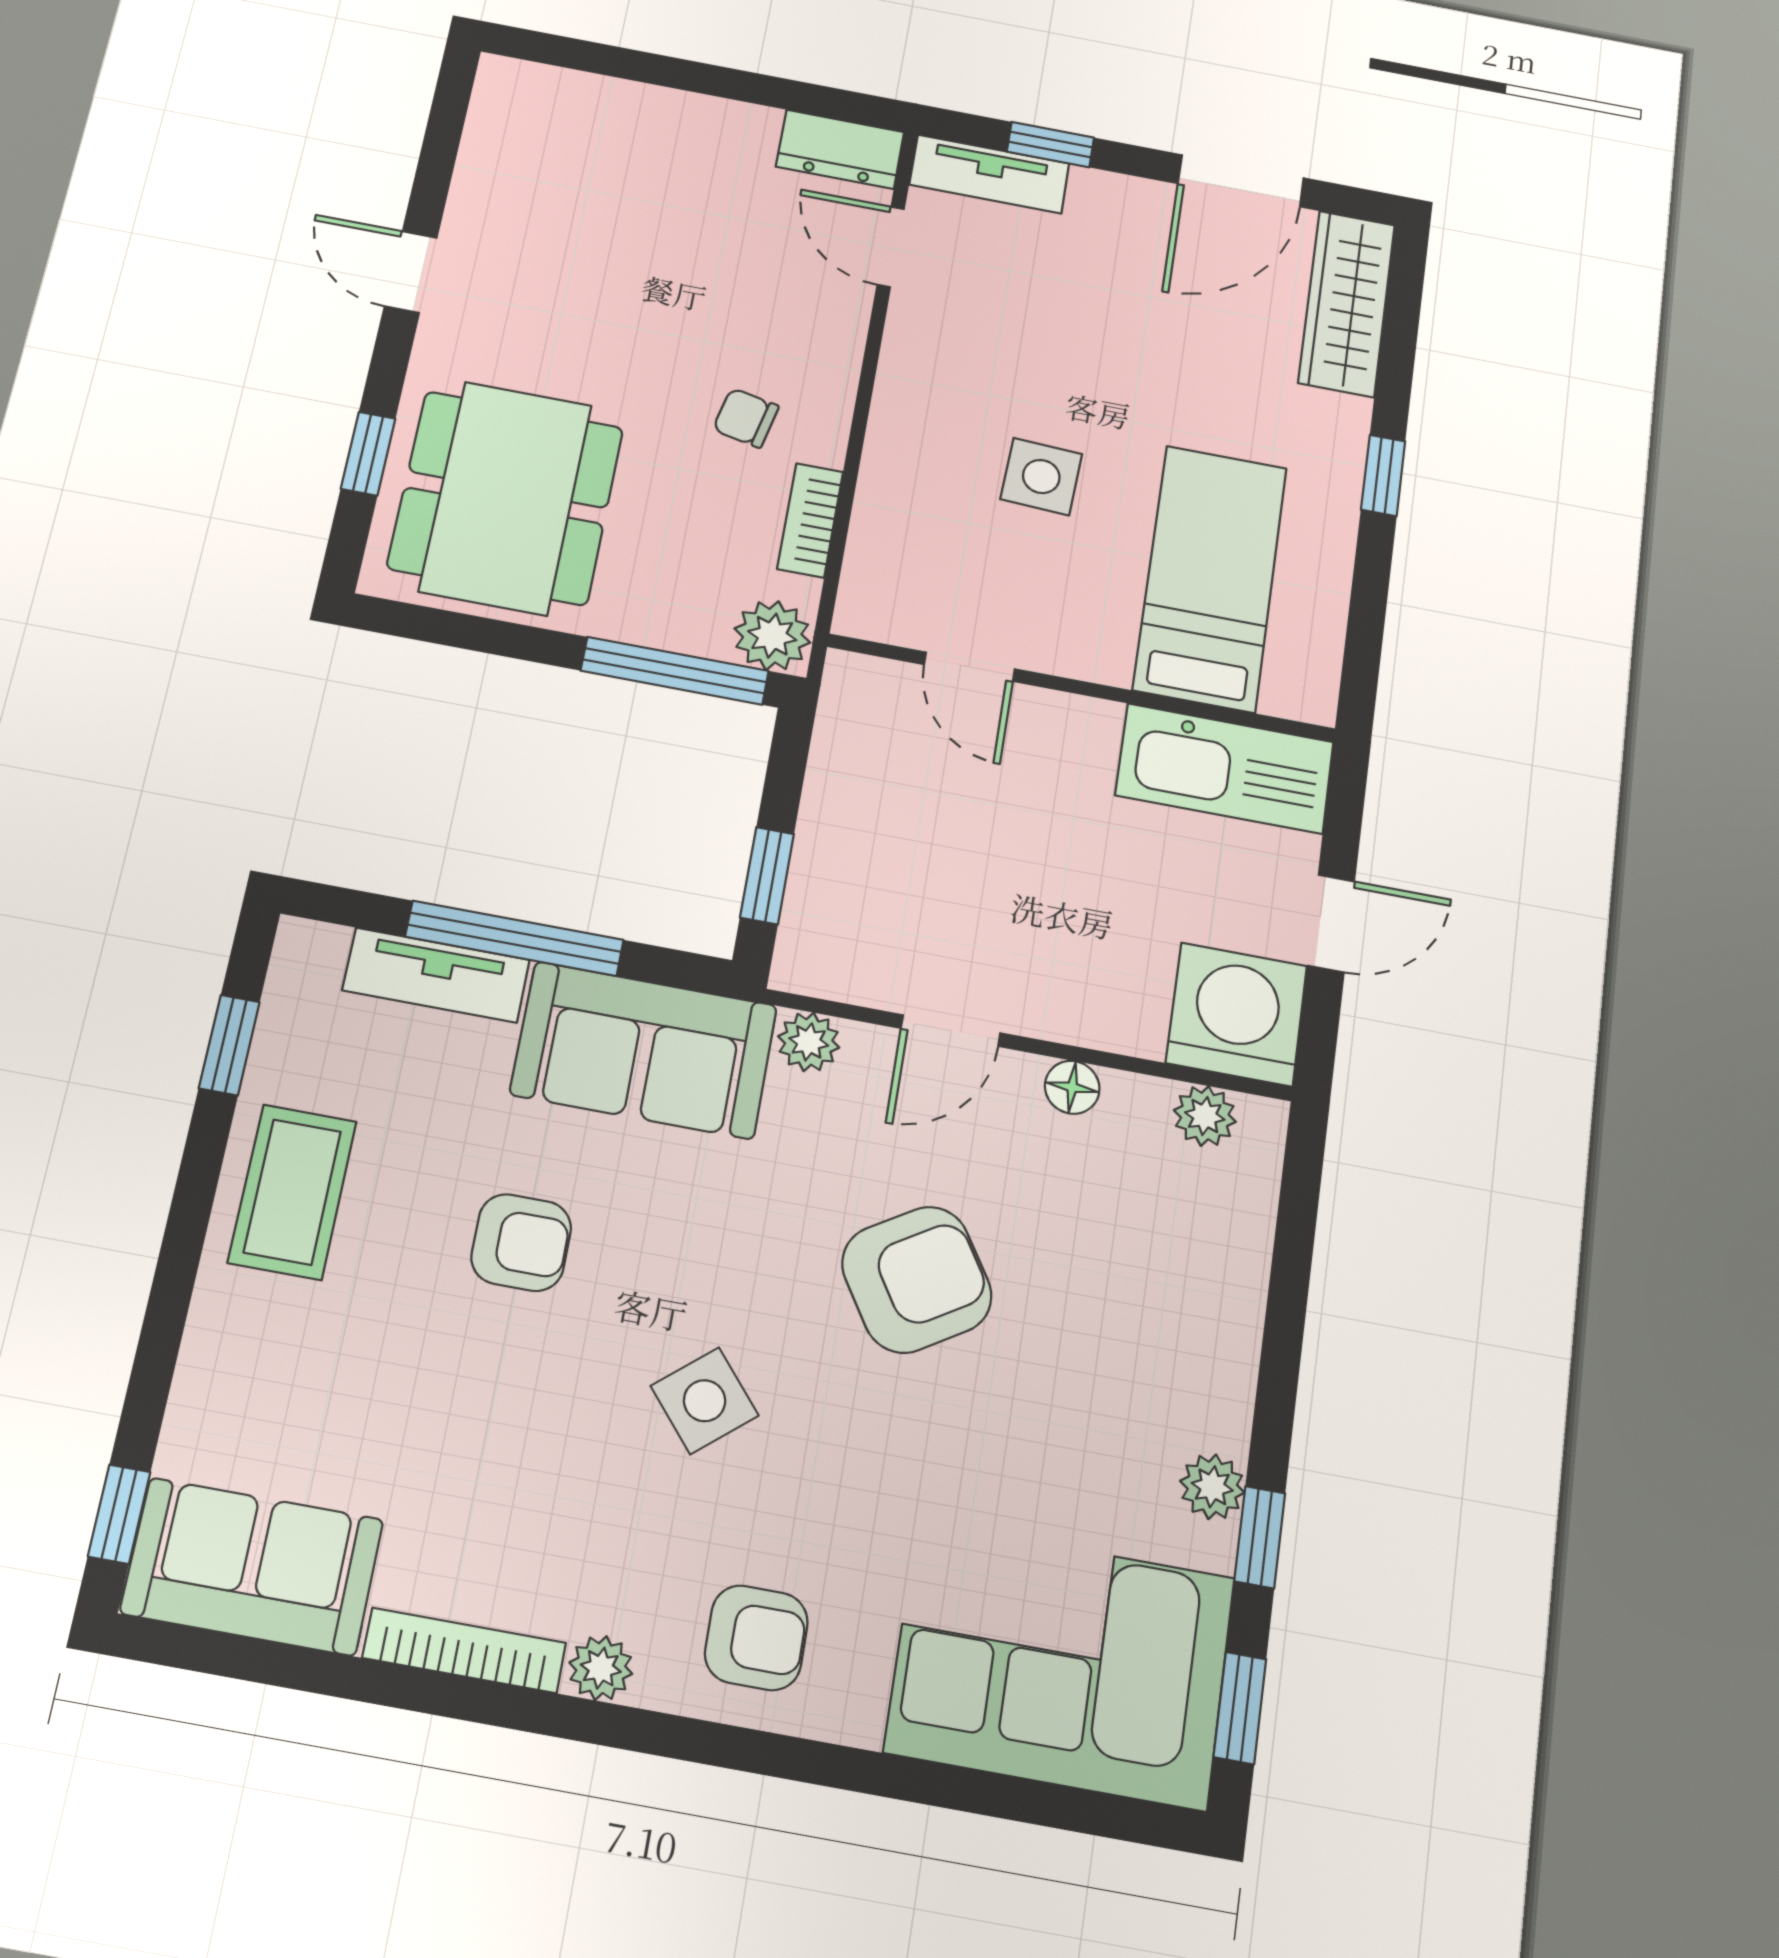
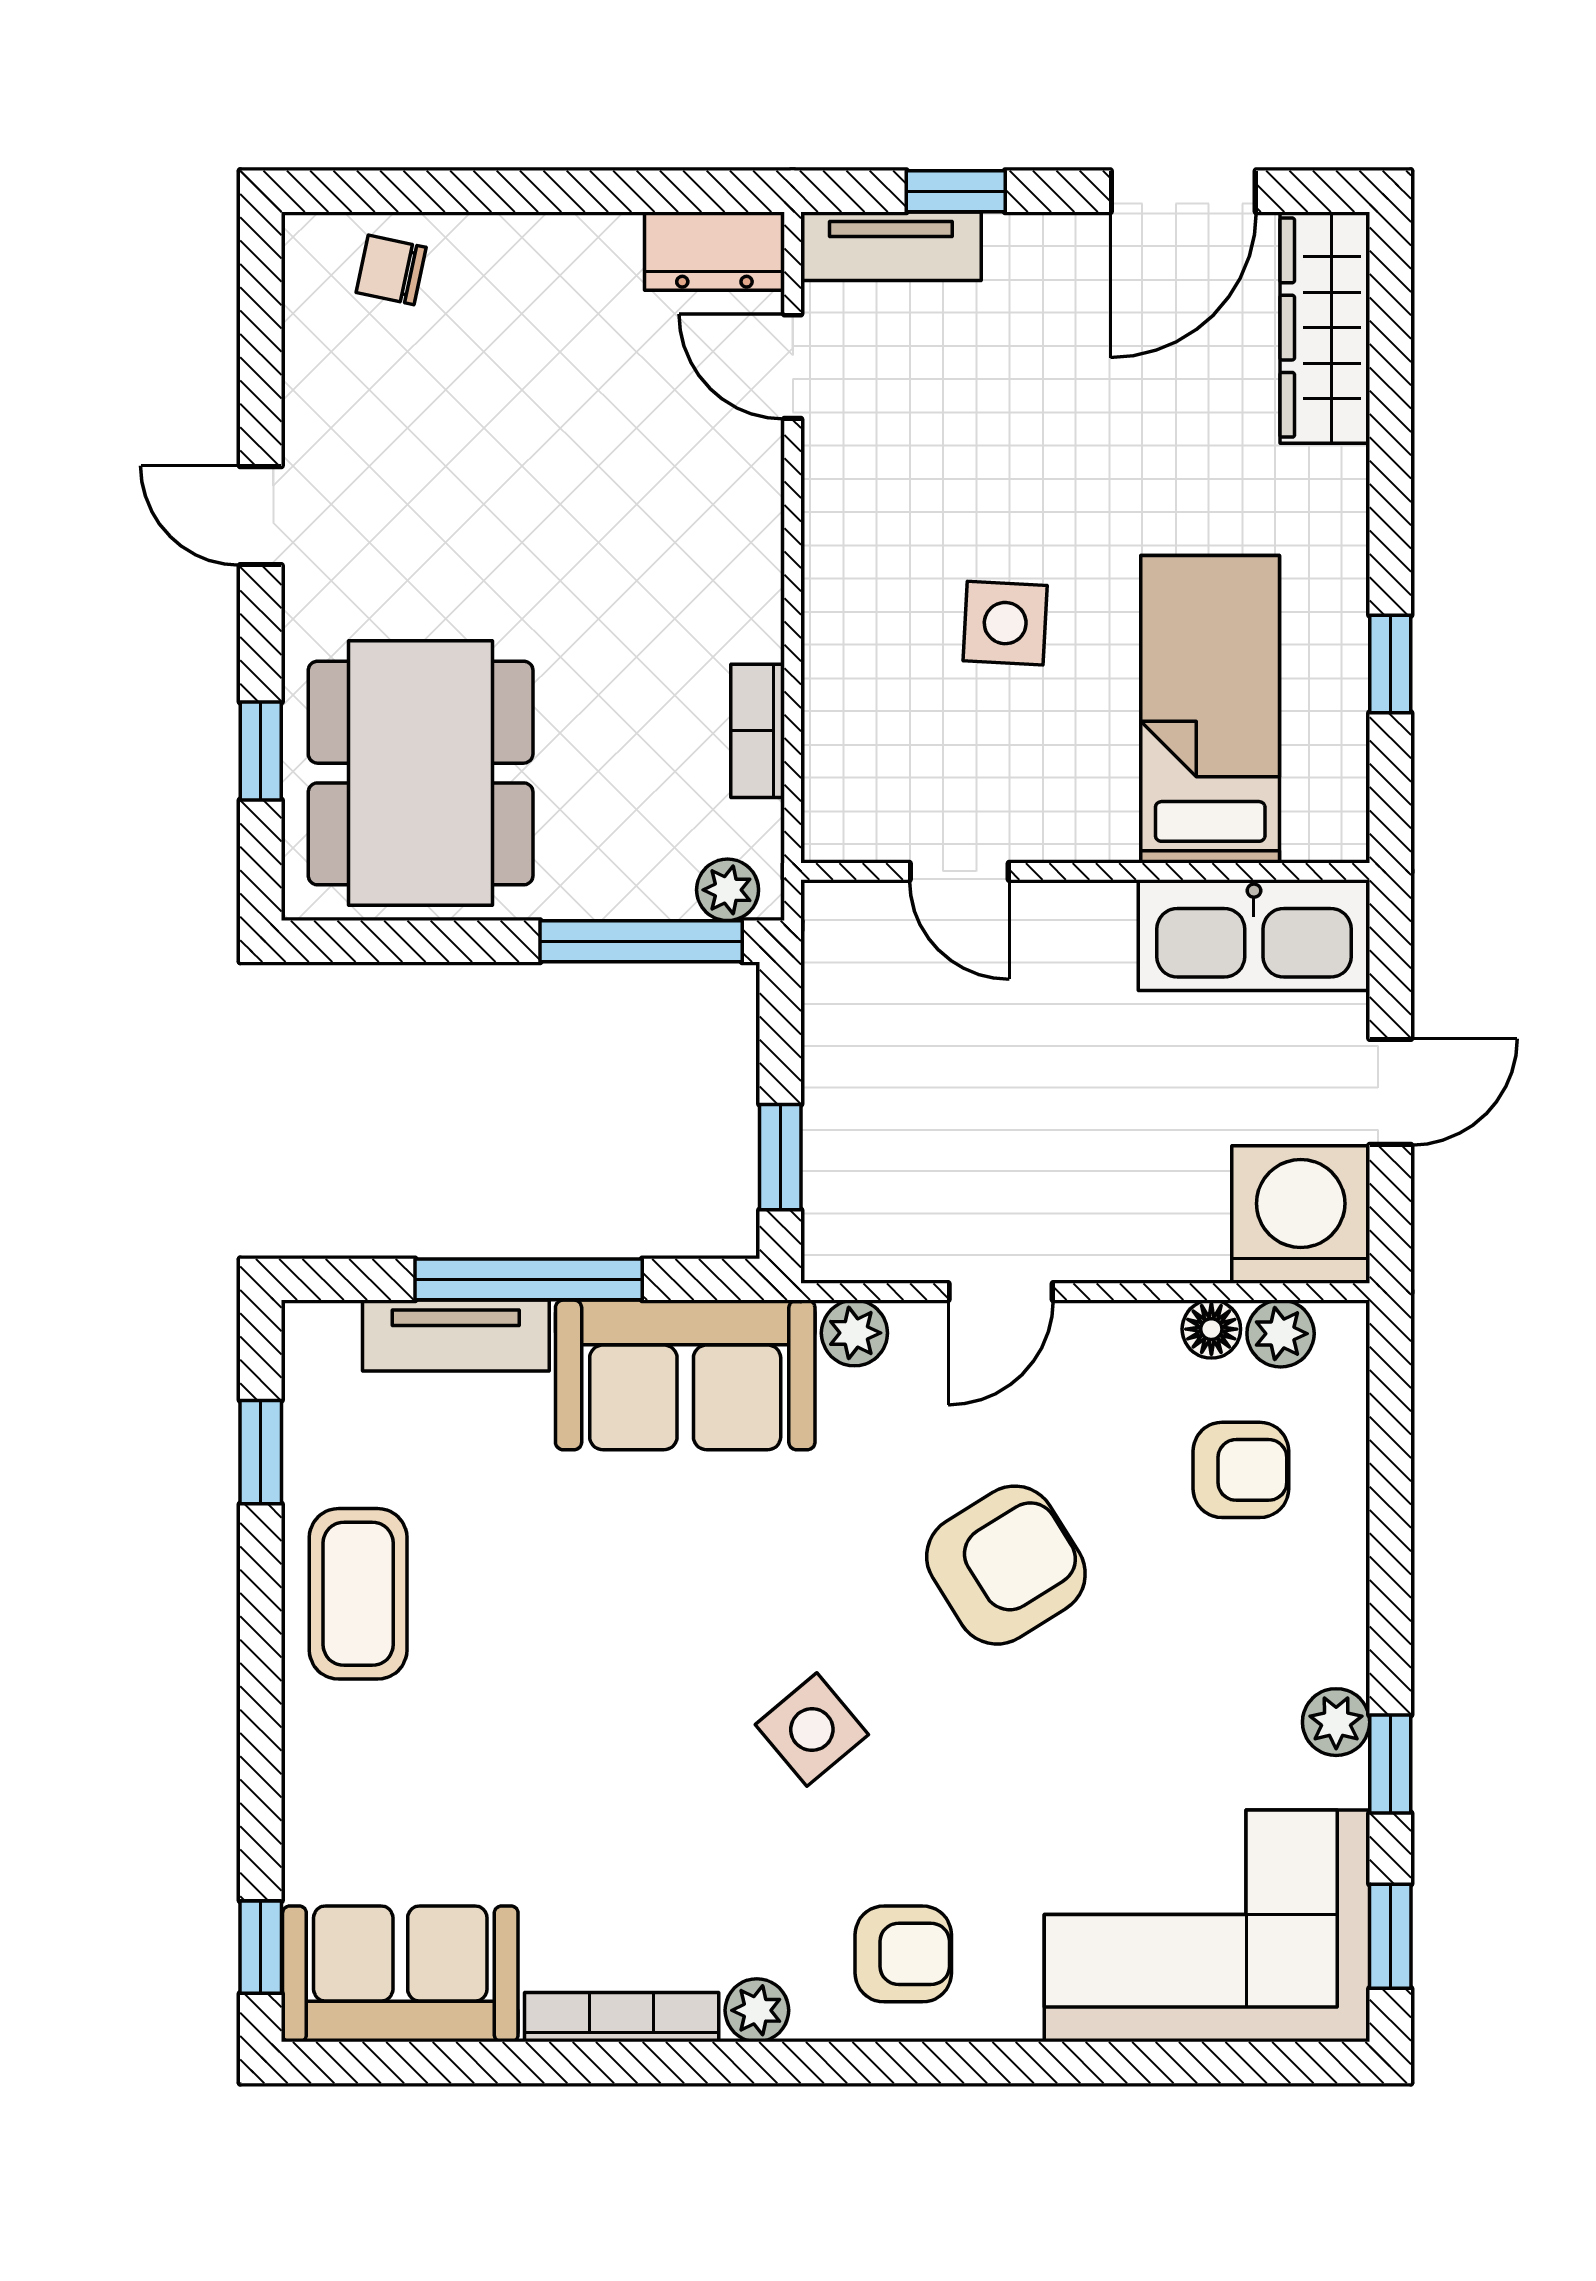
chair: (746, 418) -> (391, 270), moved
window: (1383, 475) -> (1390, 664), moved
plant: (772, 636) -> (728, 890), width x0.73, depth x0.73
floor lamp: (1072, 1087) -> (1211, 1329), moved
armchair: (521, 1242) -> (1241, 1470), moved

